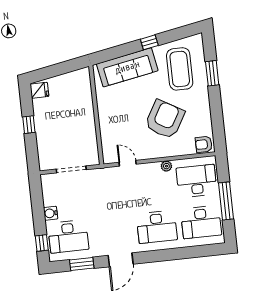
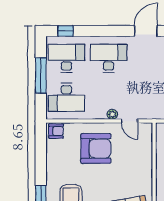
armchair: (165, 119) -> (96, 148), moved, turned -120
plant: (166, 166) -> (112, 114), moved
window: (205, 251) -> (66, 31), added

